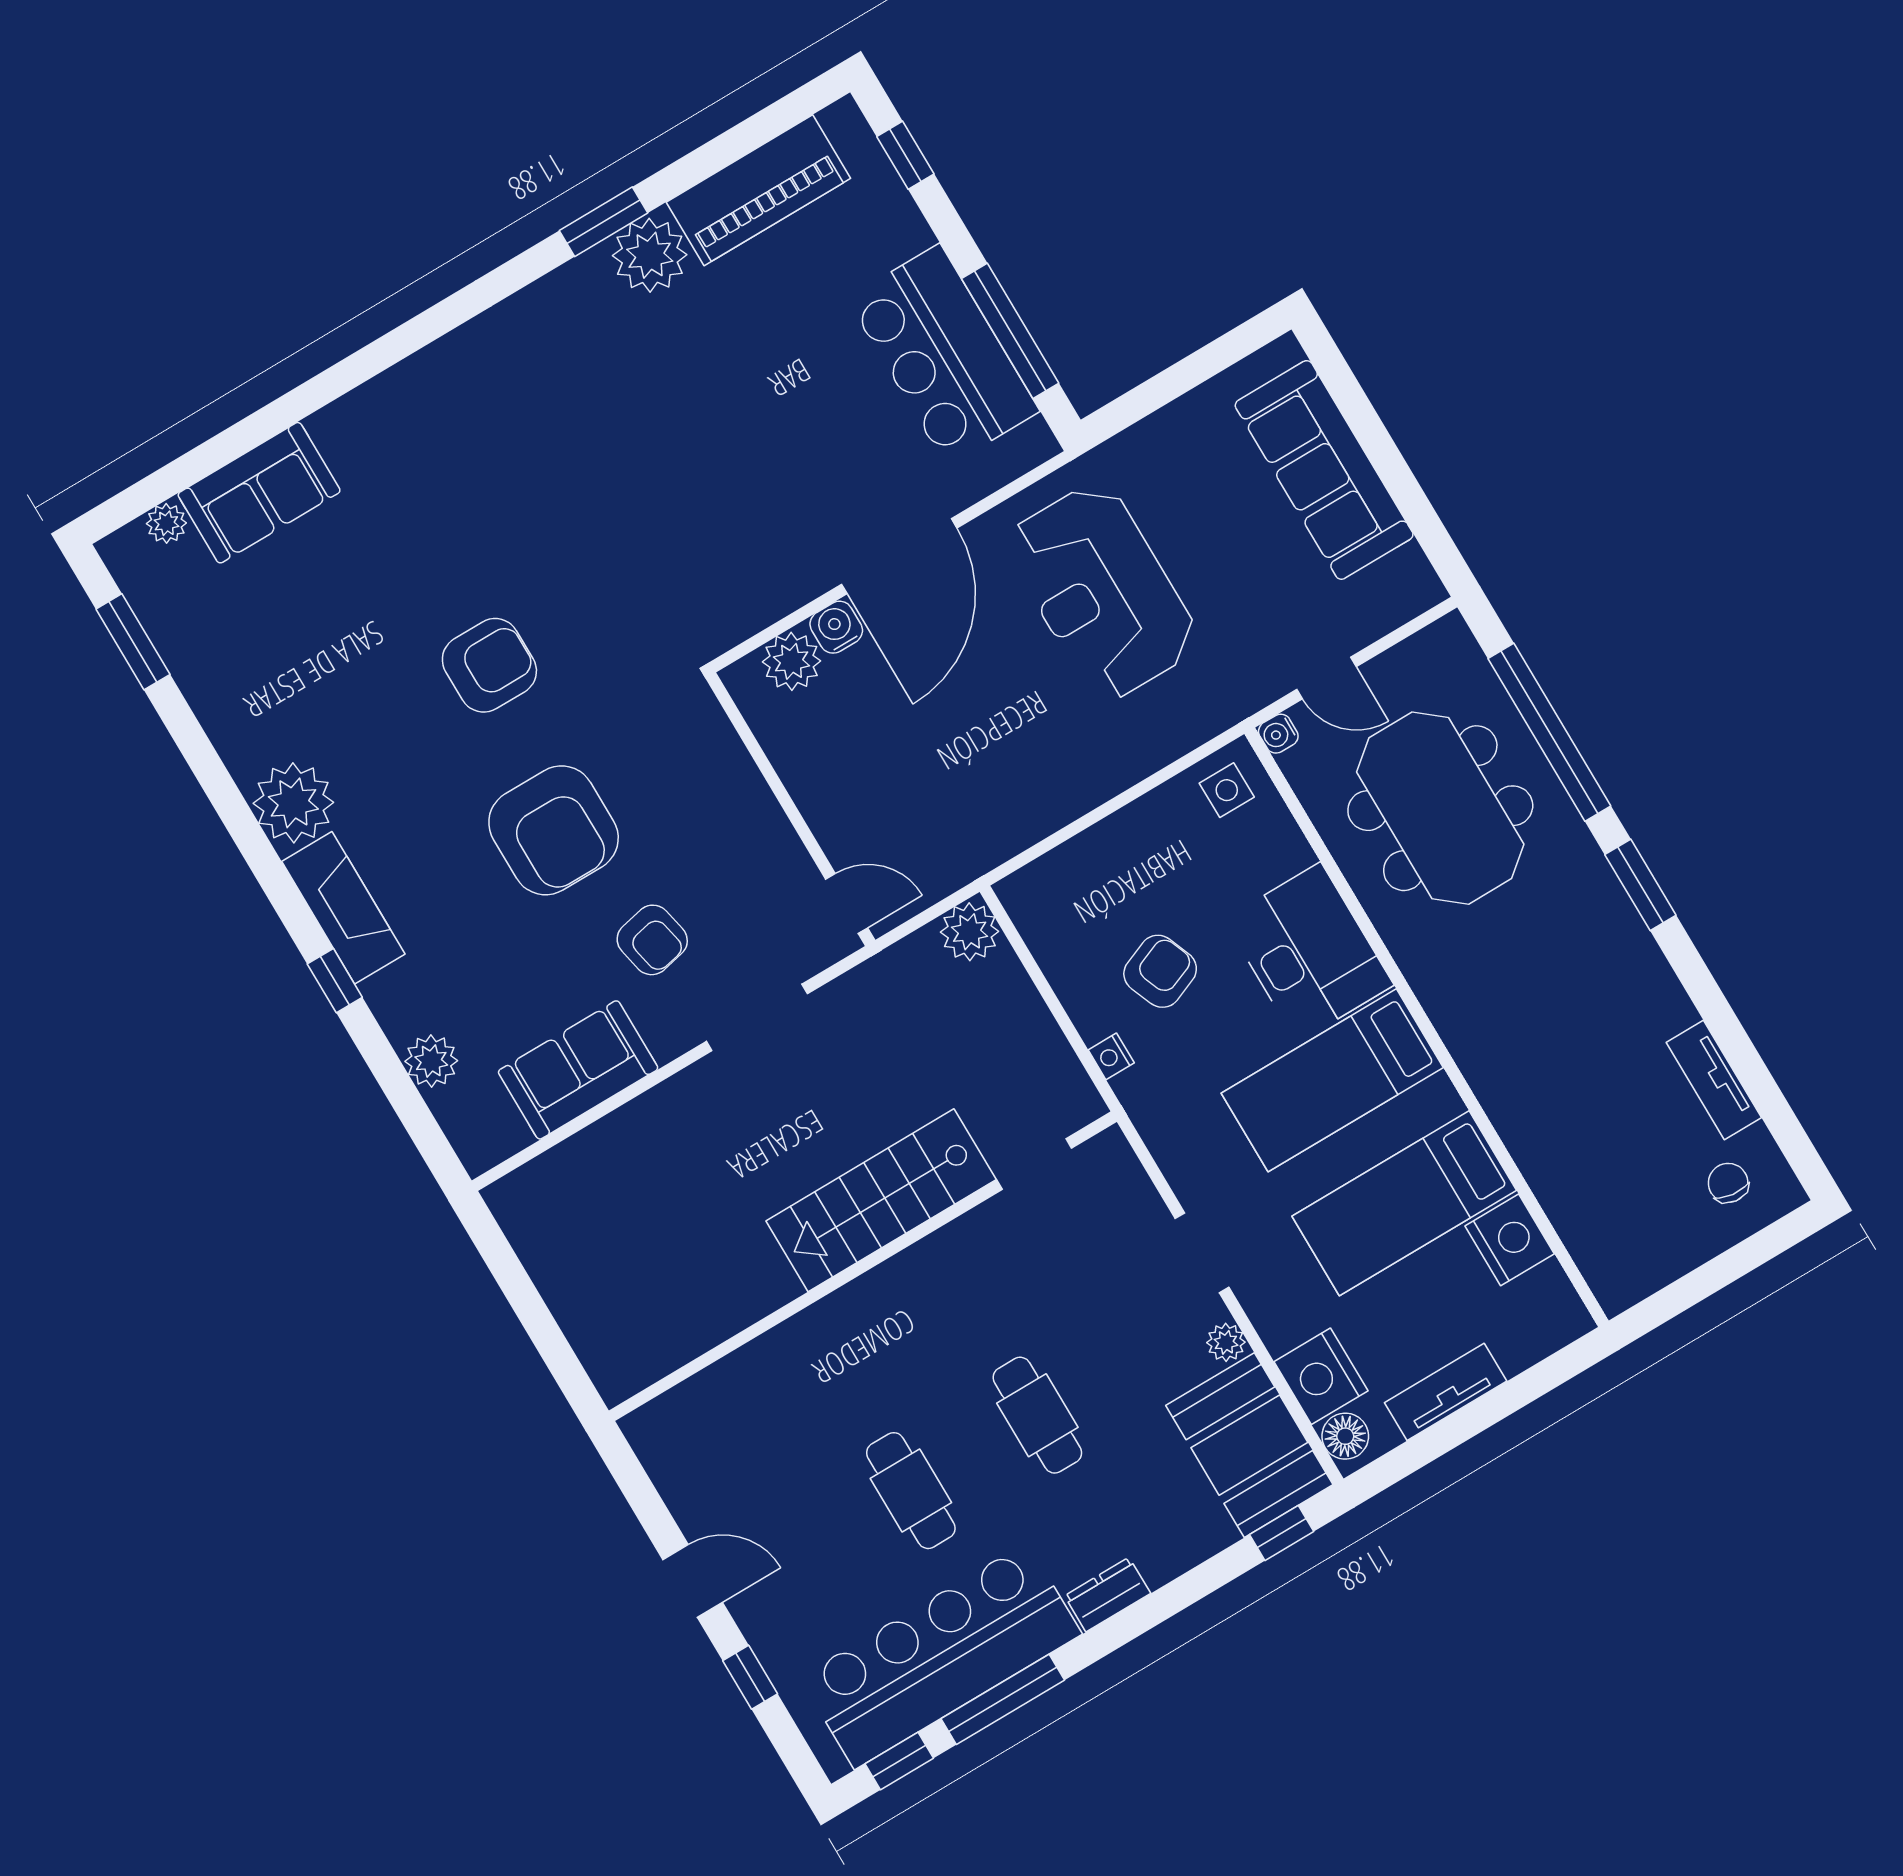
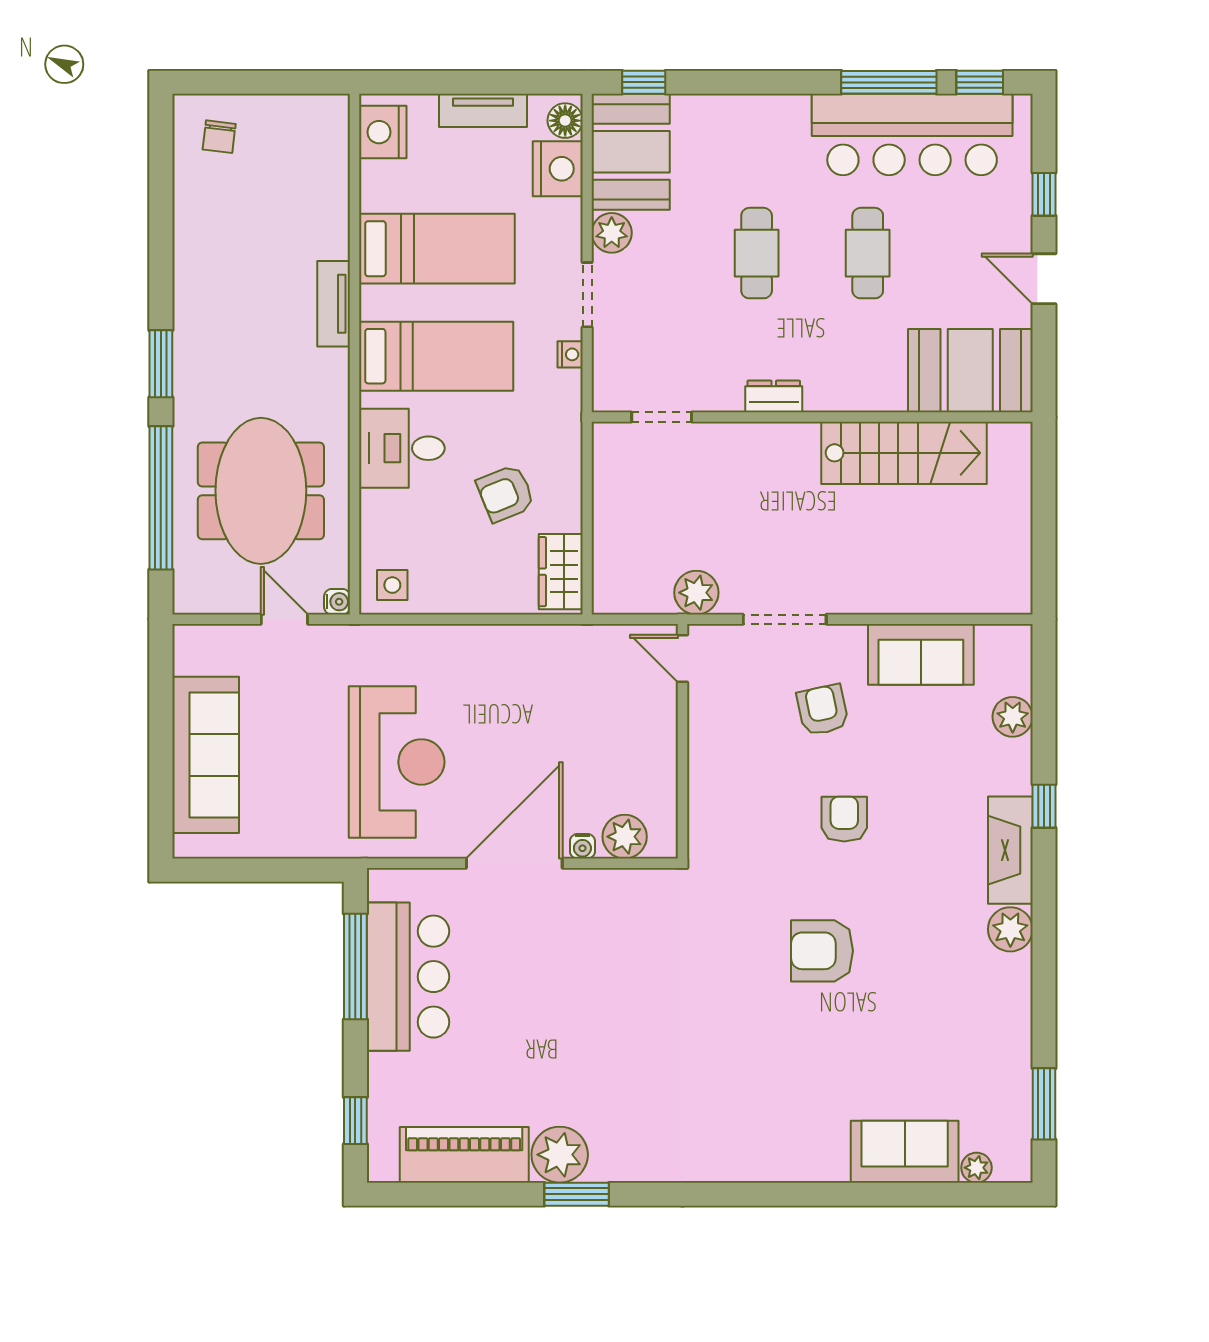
water cooler: (836, 627) -> (582, 846), width x0.72, depth x0.72
plant: (293, 803) -> (1010, 929), width x0.73, depth x0.73
armchair: (554, 830) -> (844, 819), width x0.53, depth x0.53
wardrobe: (1044, 920) -> (561, 572), added
plant: (970, 932) -> (696, 593), moved
desk: (1309, 952) -> (402, 448), width x0.73
nightstand: (1111, 1056) -> (570, 354), moved
tv unit: (1714, 1080) -> (334, 304), moved, turned 180
stairs: (881, 1200) -> (904, 453), moved
nightstand: (1510, 1240) -> (383, 132), moved
plant: (1226, 1342) -> (612, 233), width x1.38, depth x1.38
booth: (714, 1426) -> (970, 371), added
dresser: (1108, 1595) -> (774, 396), moved, turned 180

